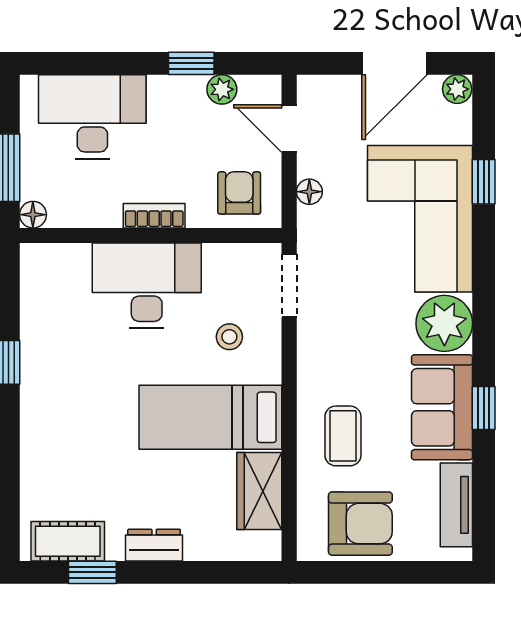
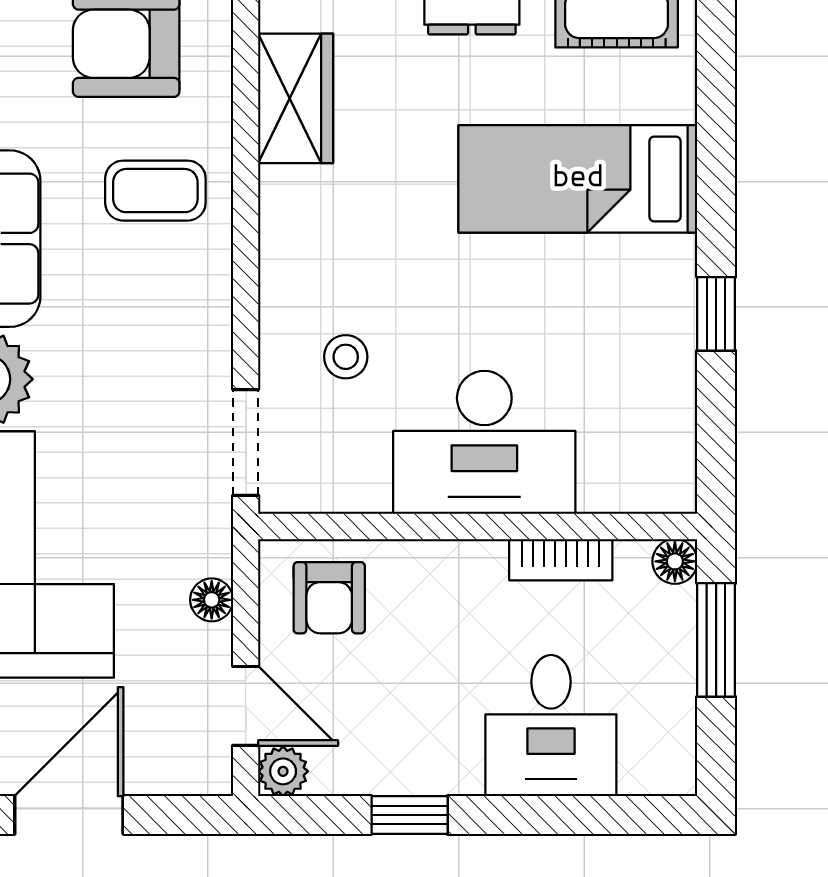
plant: (222, 89) -> (283, 771), moved
desk: (92, 117) -> (551, 726), width x0.73
bookcase: (154, 216) -> (561, 560), moved
bed: (210, 417) -> (578, 179), moved, turned 180
coffee table: (343, 436) -> (155, 191), turned 90

